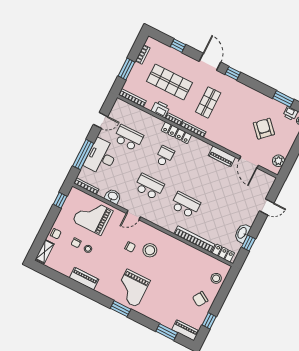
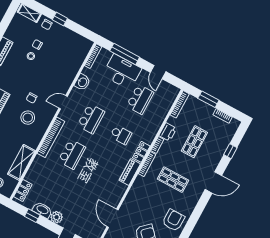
window: (233, 73) -> (201, 205), removed
shop shelf: (169, 82) -> (194, 142), width x0.70, depth x0.74
armchair: (249, 101) -> (173, 220), added
locker: (176, 133) -> (141, 152), width x0.66
piano: (222, 156) -> (130, 172), moved
door: (249, 162) -> (113, 218), hinge flipped
window: (60, 200) -> (60, 19), moved
door: (133, 215) -> (63, 102), hinge flipped
grand piano: (93, 216) -> (63, 62), removed
plant: (249, 218) -> (57, 217), added
bookcase: (194, 239) -> (51, 137), moved
shelving: (195, 255) -> (21, 162), added

